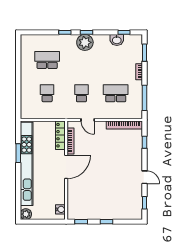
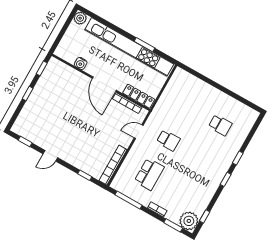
washbasin: (117, 40) -> (201, 205), removed
plant: (85, 42) -> (189, 221), moved
school desk: (47, 60) -> (220, 125), width x0.54
school desk: (47, 93) -> (188, 107), removed
water cooler: (60, 209) -> (81, 63), moved

